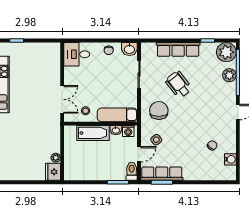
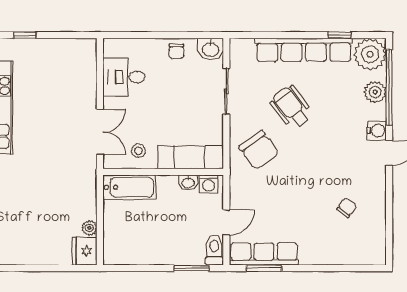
row of seats: (178, 49) -> (304, 50), width x1.36
desk: (77, 54) -> (124, 77), moved
chair: (159, 110) -> (259, 150), turned 144
bathtub: (93, 133) -> (129, 187), moved
side table: (156, 140) -> (255, 198), removed
water cooler: (230, 159) -> (377, 130), moved

